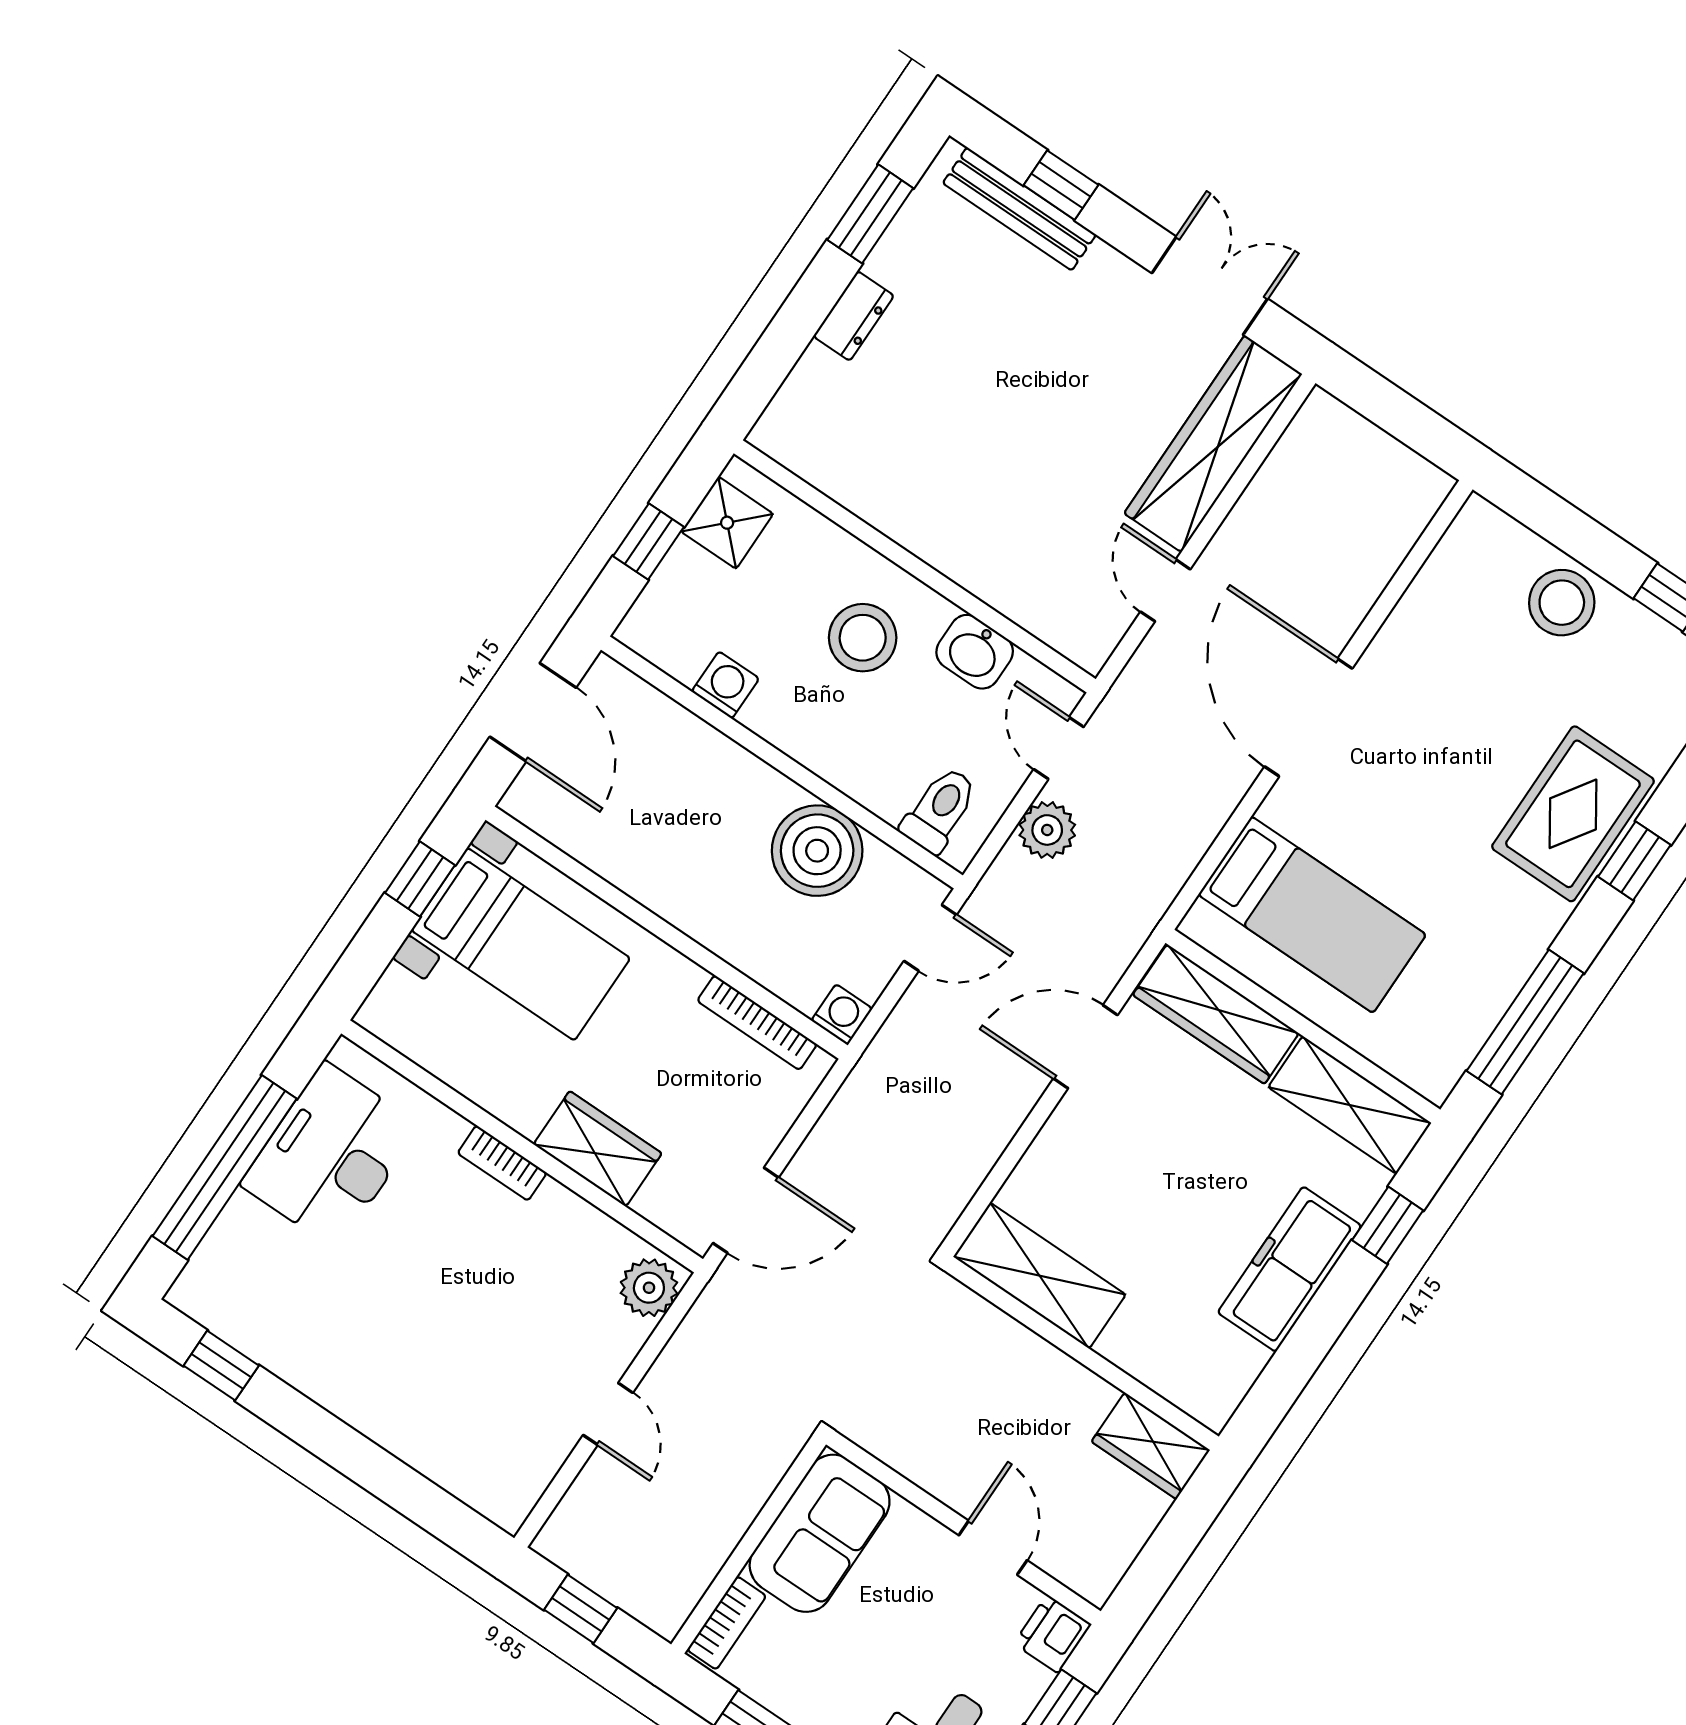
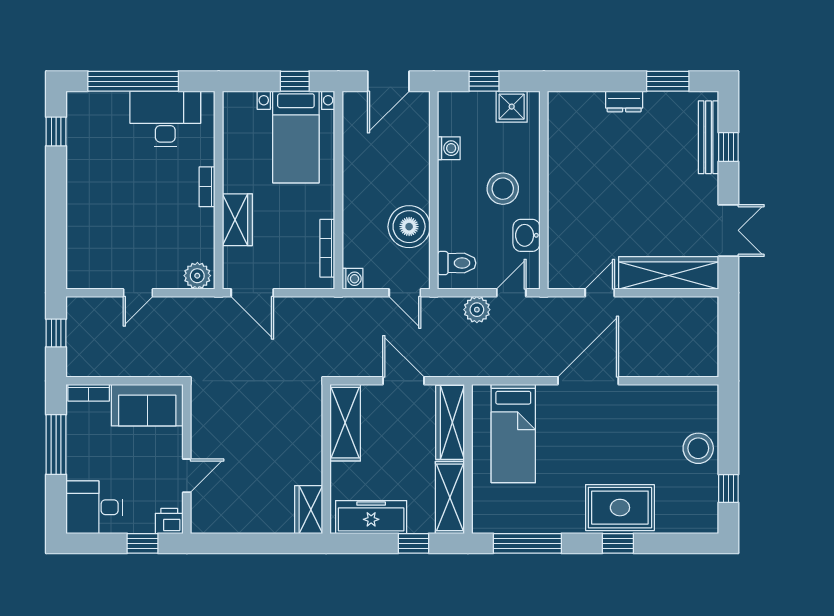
shelving: (1040, 1276) -> (345, 423), moved
wall: (1081, 1353) -> (326, 459), moved
wardrobe: (1151, 1446) -> (309, 510), moved

